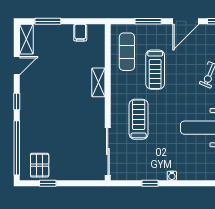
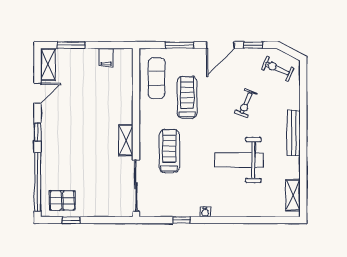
treadmill: (155, 70) -> (187, 97), turned 180
shelving: (98, 82) -> (126, 140), moved
pallet: (40, 165) -> (62, 201), turned 90

